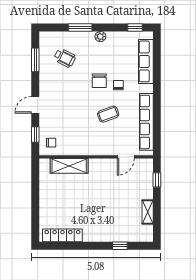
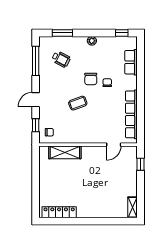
window: (80, 27) -> (62, 33), moved
window: (35, 60) -> (36, 61), width x1.44
row of seats: (146, 61) -> (131, 62), width x0.68
coffee table: (108, 114) -> (78, 103), moved
shelving: (148, 212) -> (132, 207), moved
window: (120, 246) -> (109, 221), removed

